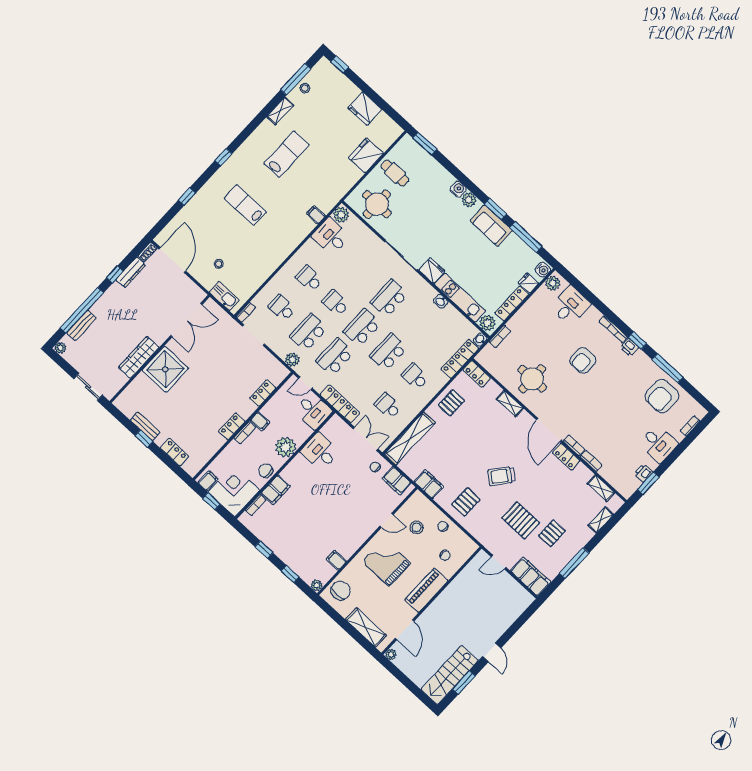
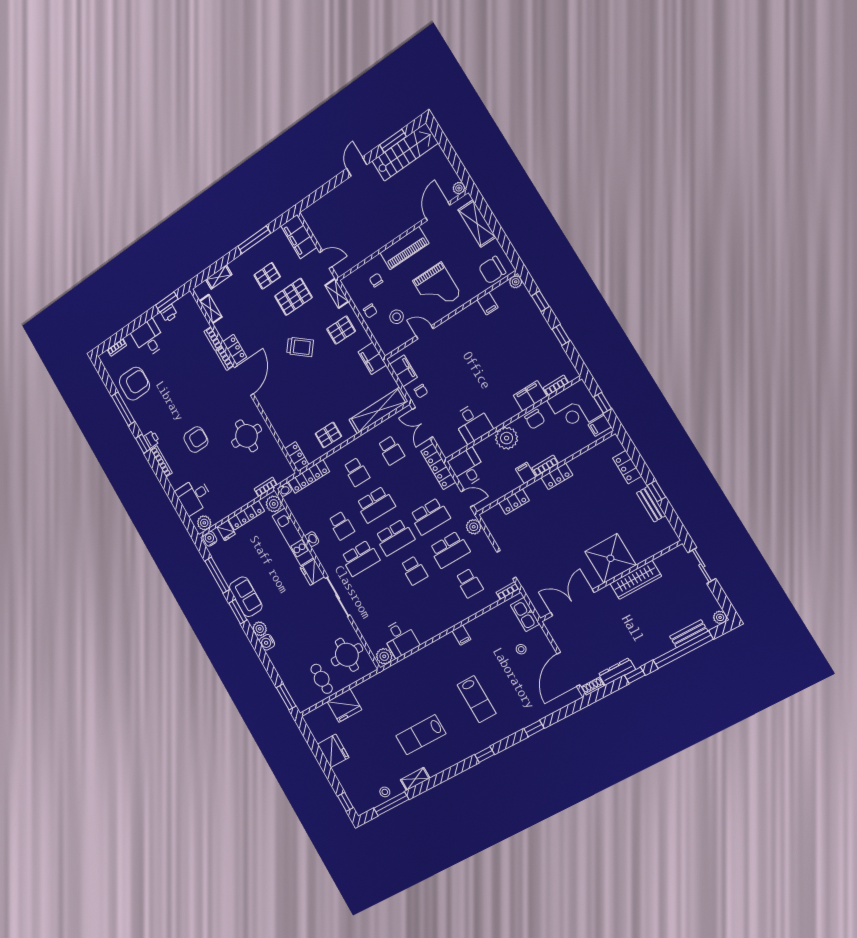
filing cabinet: (316, 215) -> (462, 635), moved
school desk: (309, 279) -> (341, 526), moved
shelving: (510, 404) -> (337, 293), moved
pallet: (521, 520) -> (293, 297), turned 90

